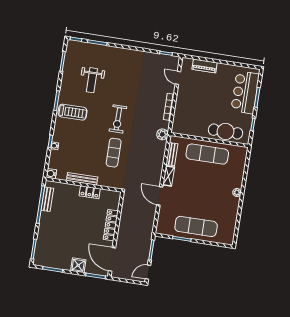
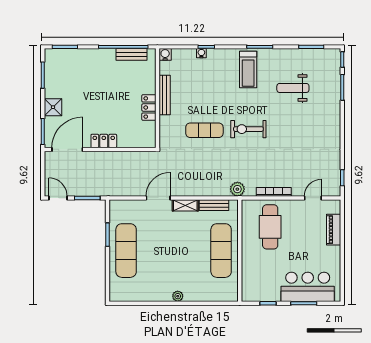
cafe table: (225, 131) -> (270, 227), moved
locker: (111, 225) -> (104, 141), width x0.66

